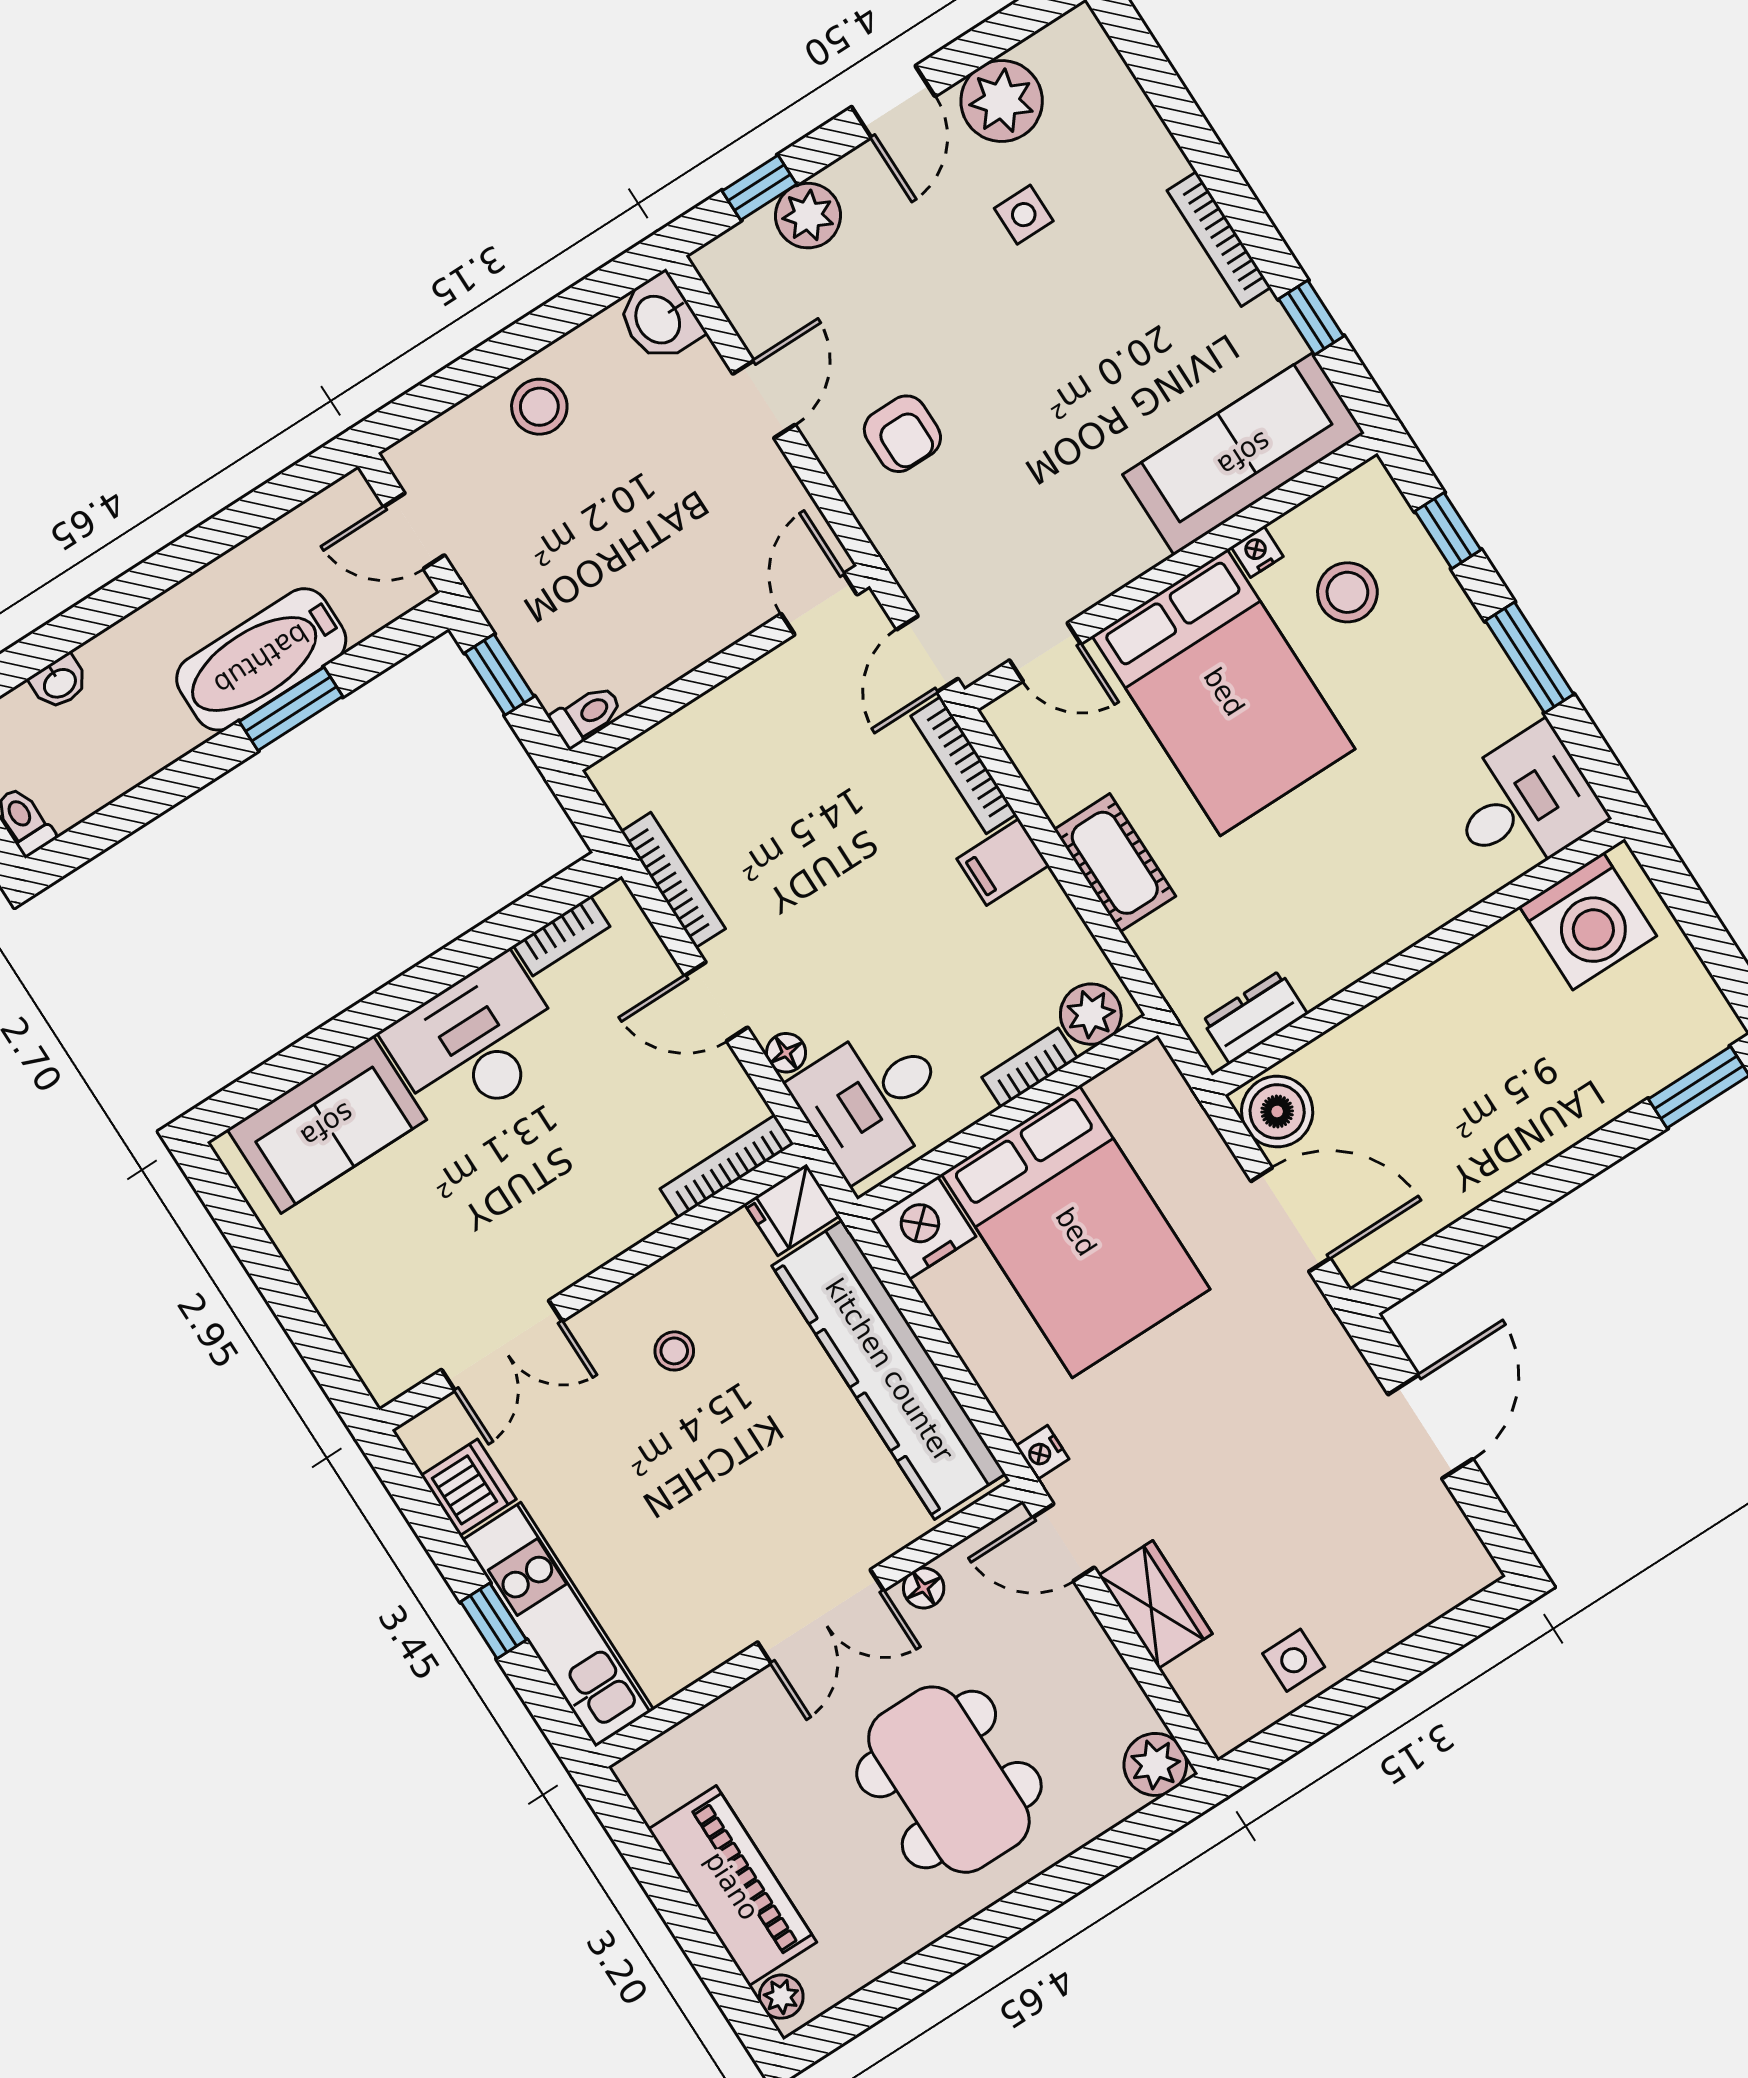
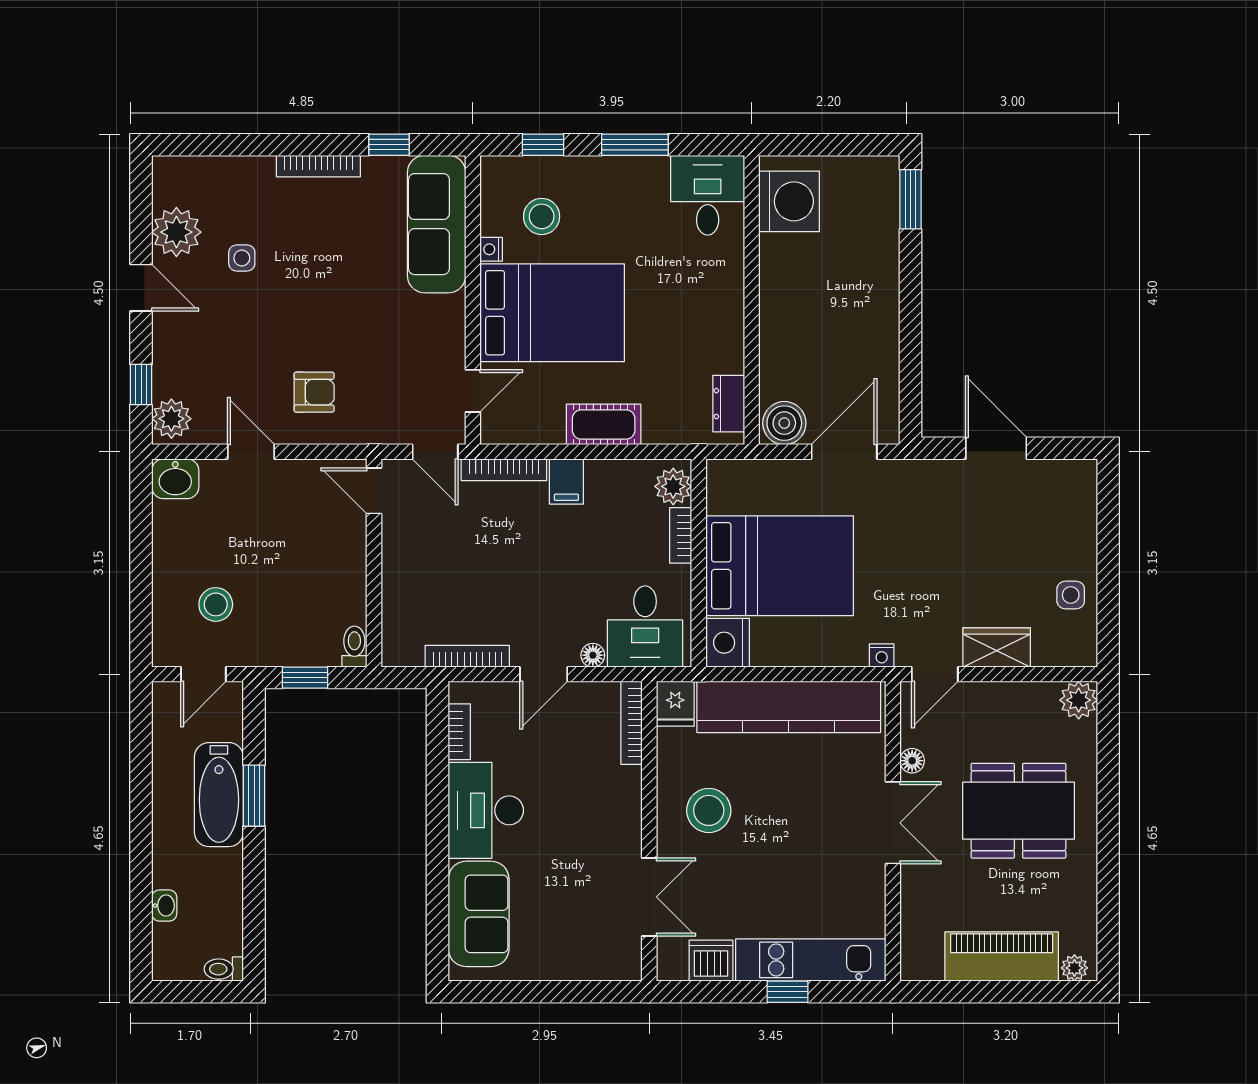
plant: (808, 216) -> (171, 419), moved
stool: (539, 407) -> (216, 604), moved
stool: (674, 1351) -> (709, 810), width x1.89, depth x1.89

